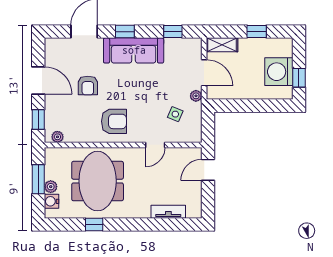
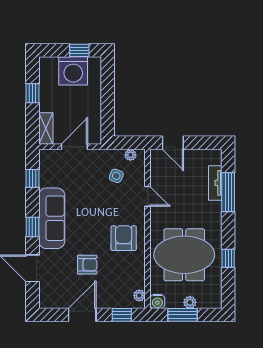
plant: (196, 96) -> (130, 155), moved
water cooler: (51, 201) -> (157, 302), moved
window: (159, 224) -> (228, 192), added

